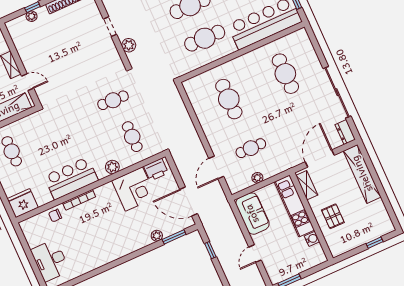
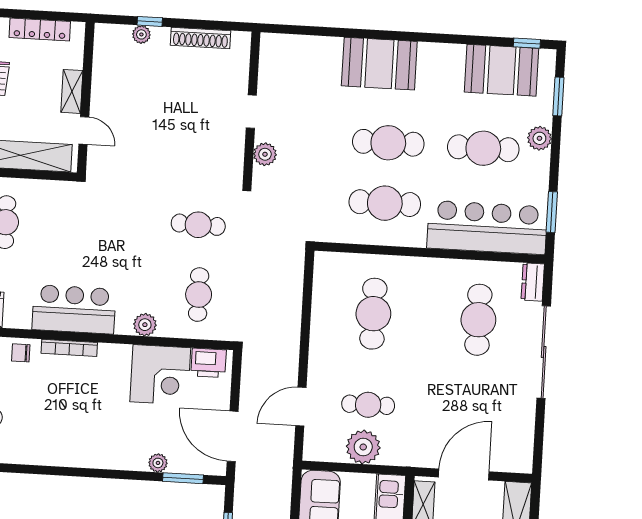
sliding door: (337, 92) -> (544, 352), moved
dresser: (345, 132) -> (533, 282), moved
plant: (257, 178) -> (363, 447), width x1.88, depth x1.88

